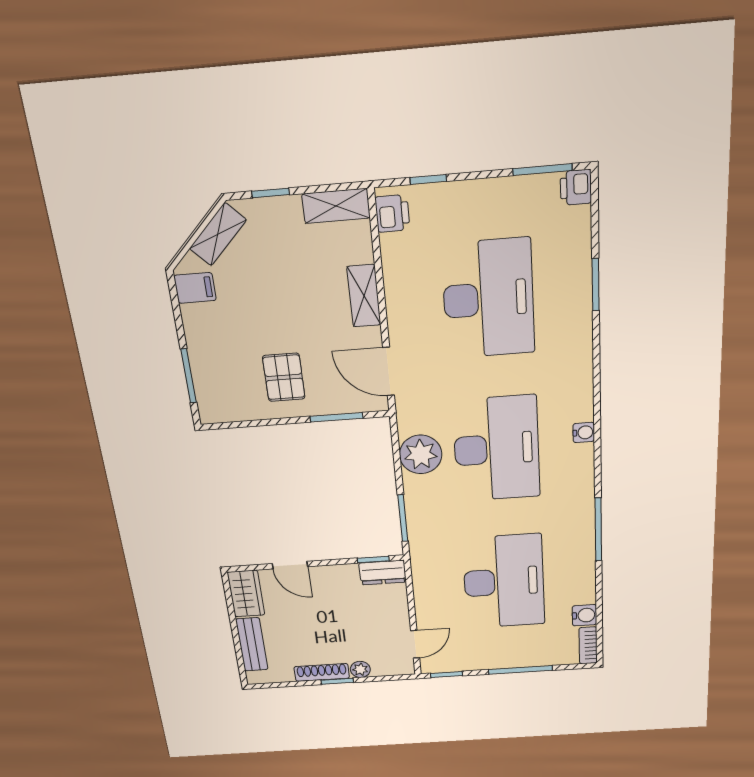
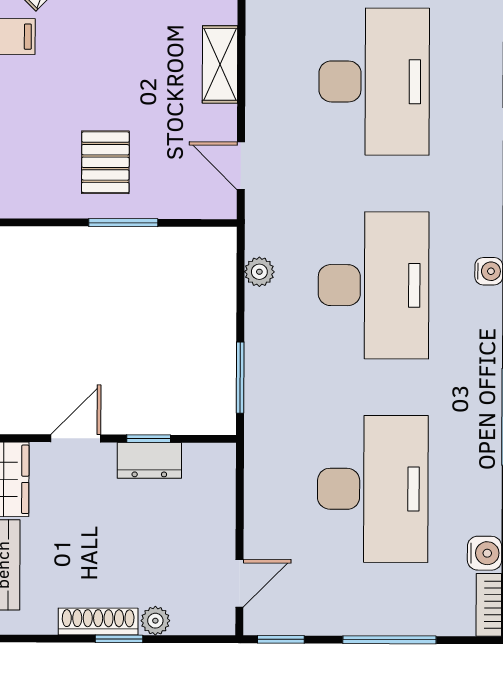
door: (388, 372) -> (241, 166), width x0.73
window: (336, 417) -> (123, 223), moved
plant: (421, 454) -> (259, 272), width x0.53, depth x0.53
window: (373, 560) -> (149, 439), moved
door: (290, 565) -> (76, 438), swing flipped
dresser: (383, 573) -> (149, 460), moved

